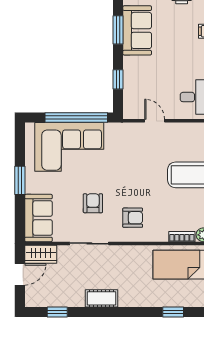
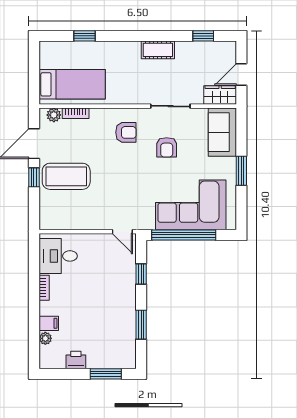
sofa: (137, 30) -> (121, 324), removed
door: (155, 121) -> (122, 232), moved
armchair: (133, 218) -> (126, 132), turned 180

